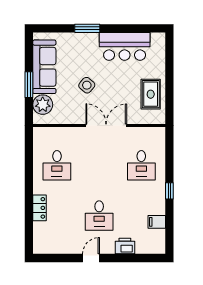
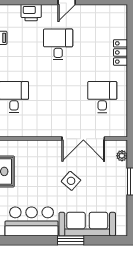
sofa: (44, 67) -> (87, 224), moved, turned 90
plant: (43, 105) -> (122, 156), width x0.53, depth x0.53
double door: (106, 126) -> (83, 139), moved

